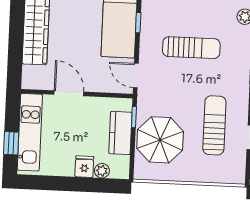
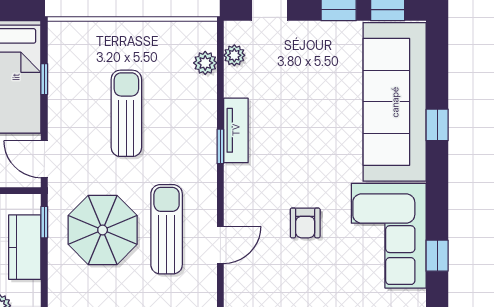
sun lounger: (191, 48) -> (126, 113), turned -90
parasol: (160, 140) -> (103, 230), moved

